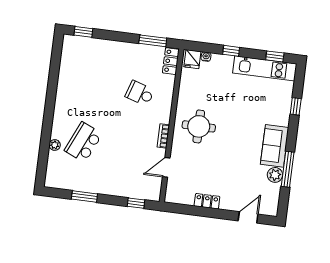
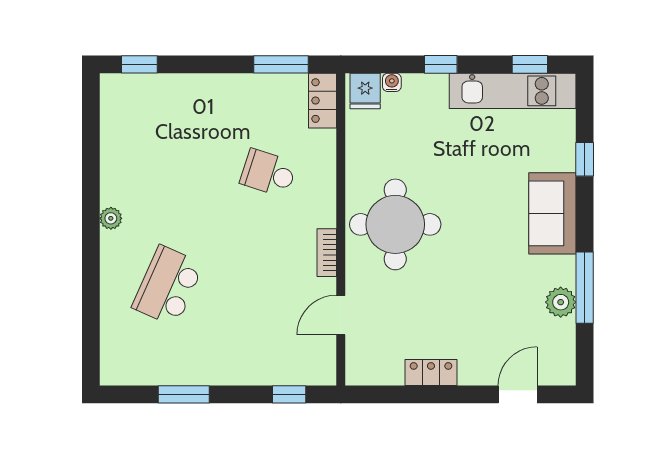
round table: (199, 126) -> (395, 224), width x1.36, depth x1.36
plant: (55, 145) -> (111, 218), moved
sofa: (275, 146) -> (552, 213), moved

